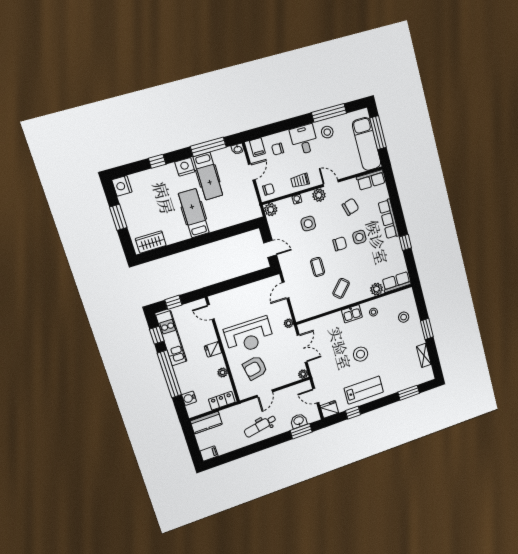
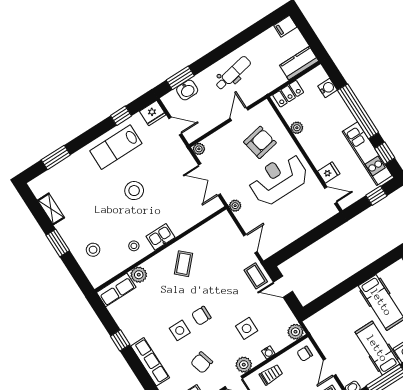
coffee table: (318, 267) -> (256, 276), moved
fridge: (213, 349) -> (329, 172), moved

